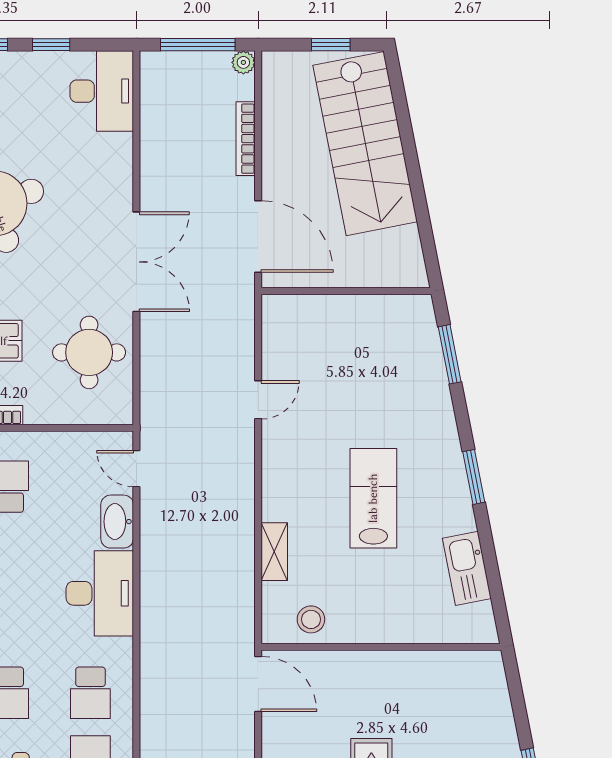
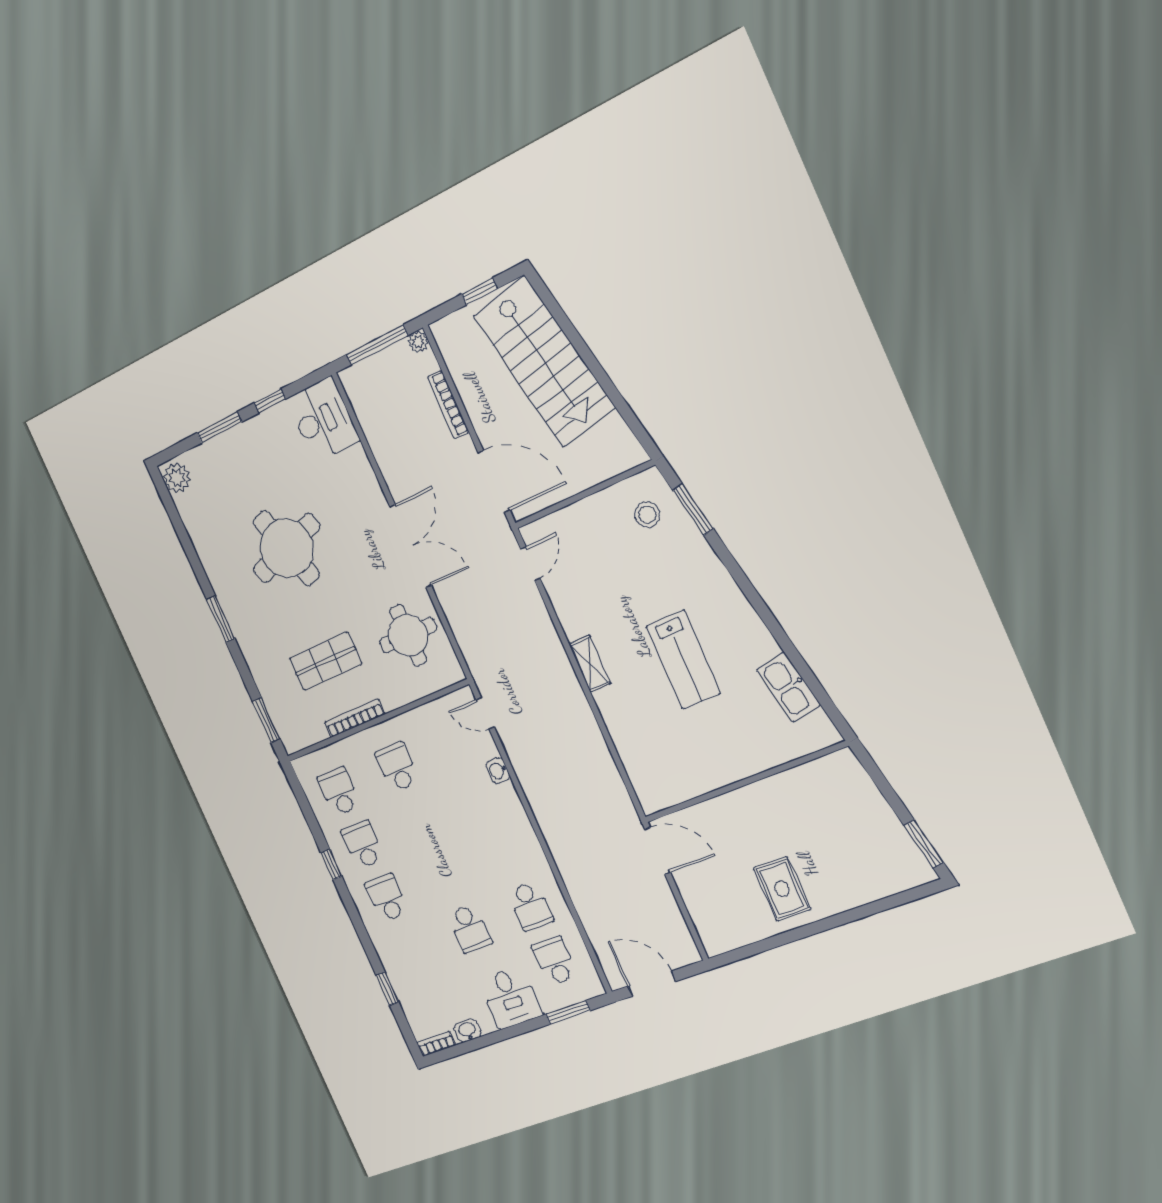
door: (258, 400) -> (530, 564), moved
window: (474, 477) -> (760, 606), removed
lab bench: (373, 498) -> (683, 660), turned 180
washbasin: (117, 522) -> (498, 771), width x0.52, depth x0.69
shelving: (274, 552) -> (590, 664), moved
desk: (100, 593) -> (502, 825), removed
stool: (311, 619) -> (647, 515), moved

